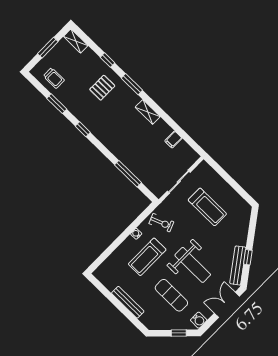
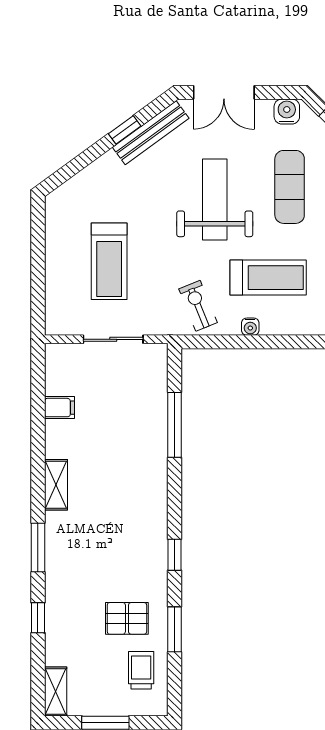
pallet: (102, 88) -> (127, 618), moved
treadmill: (207, 207) -> (109, 261), turned 180

